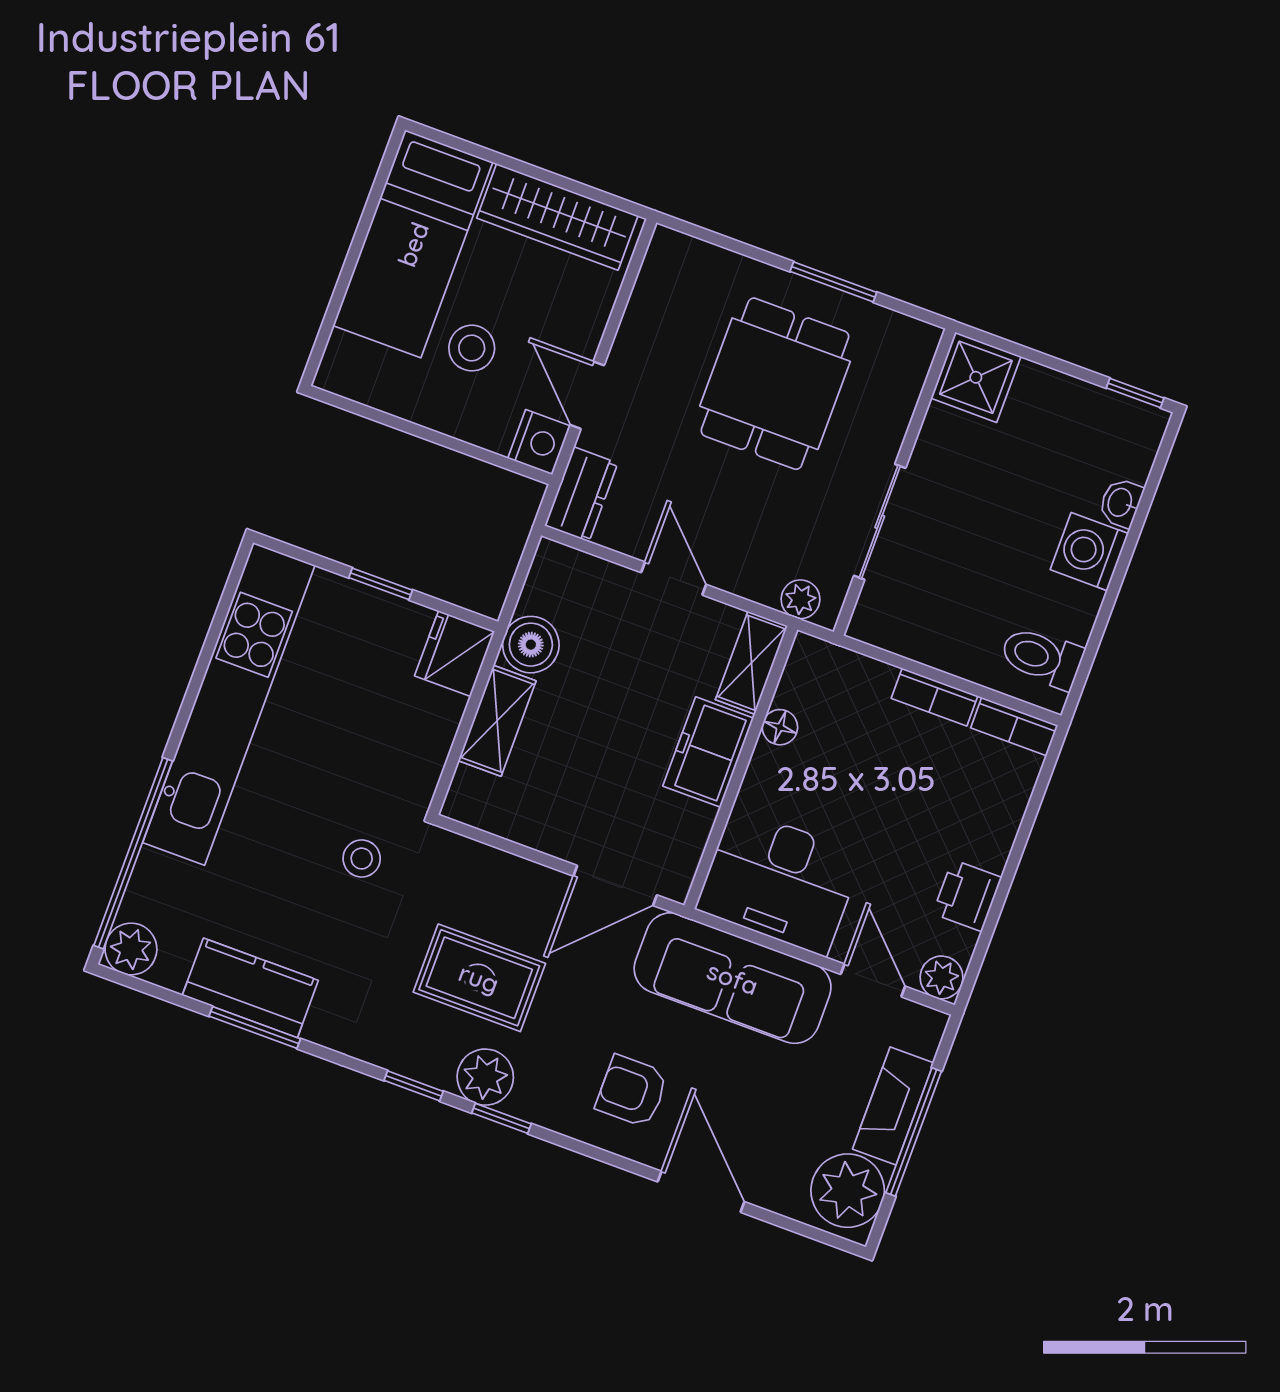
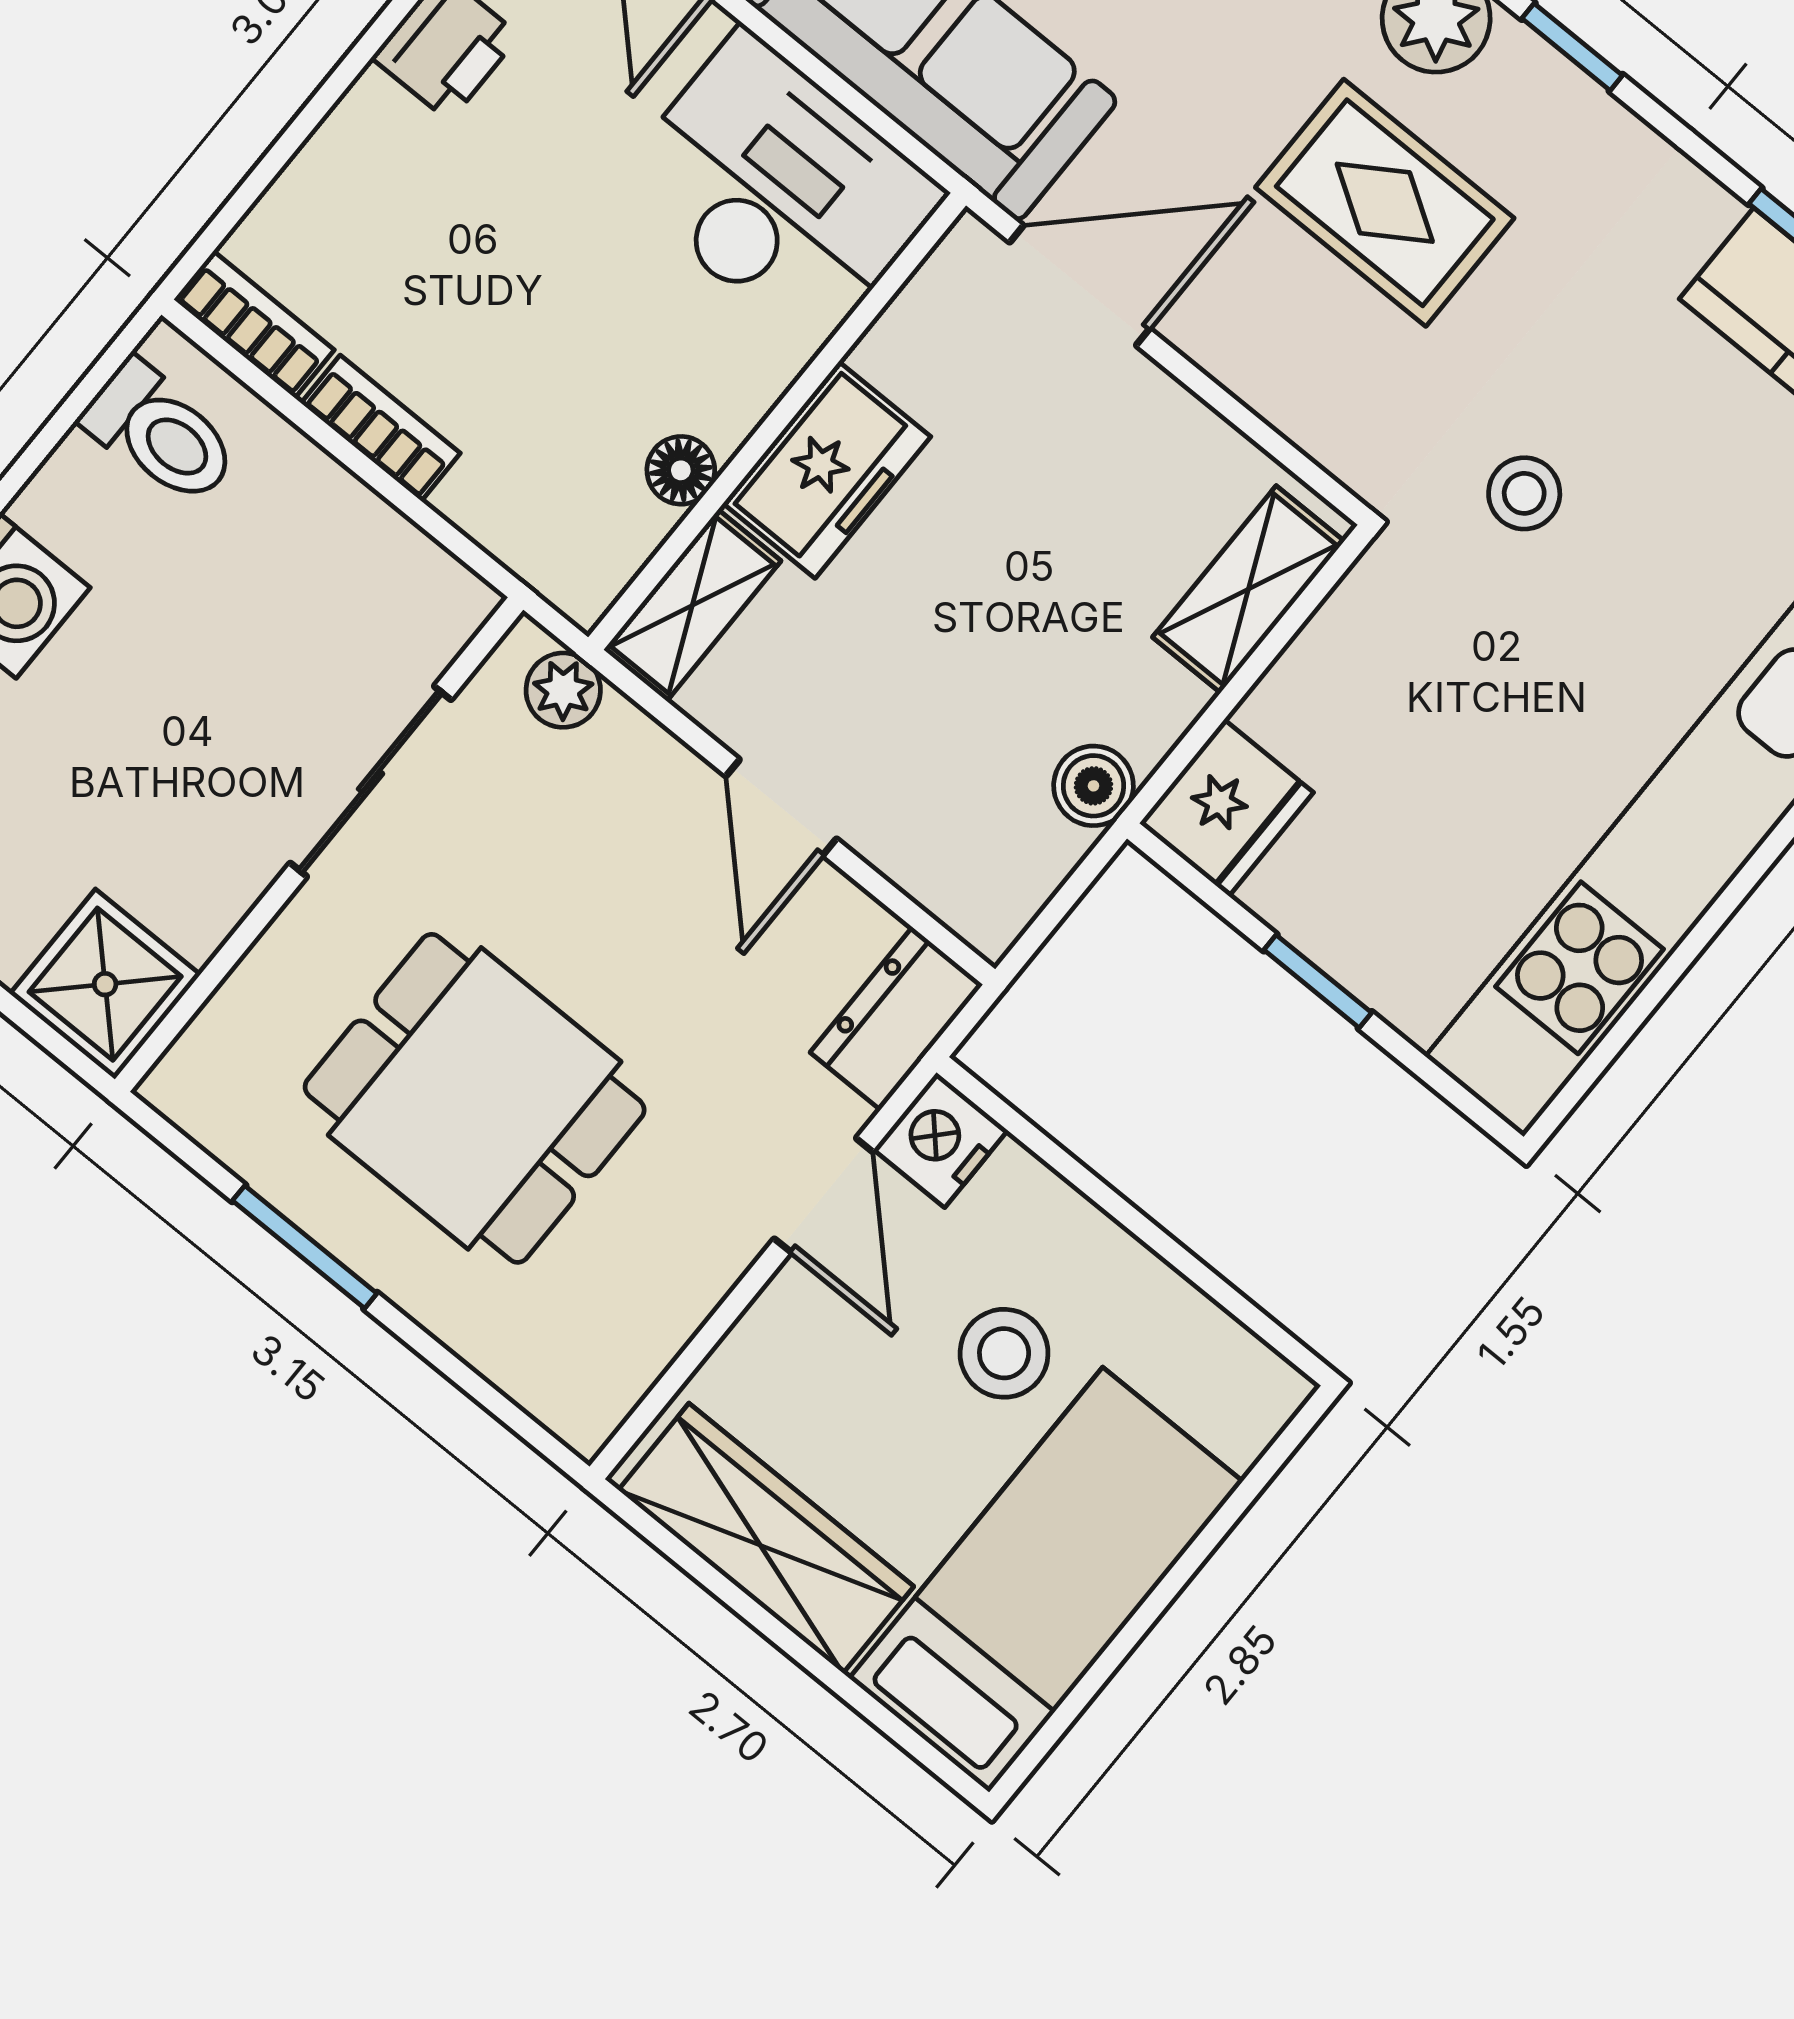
dining table: (775, 384) -> (475, 1098), turned 90
boiler: (531, 645) -> (1094, 786), width x0.73, depth x0.73
shelving: (497, 721) -> (1248, 589), moved

